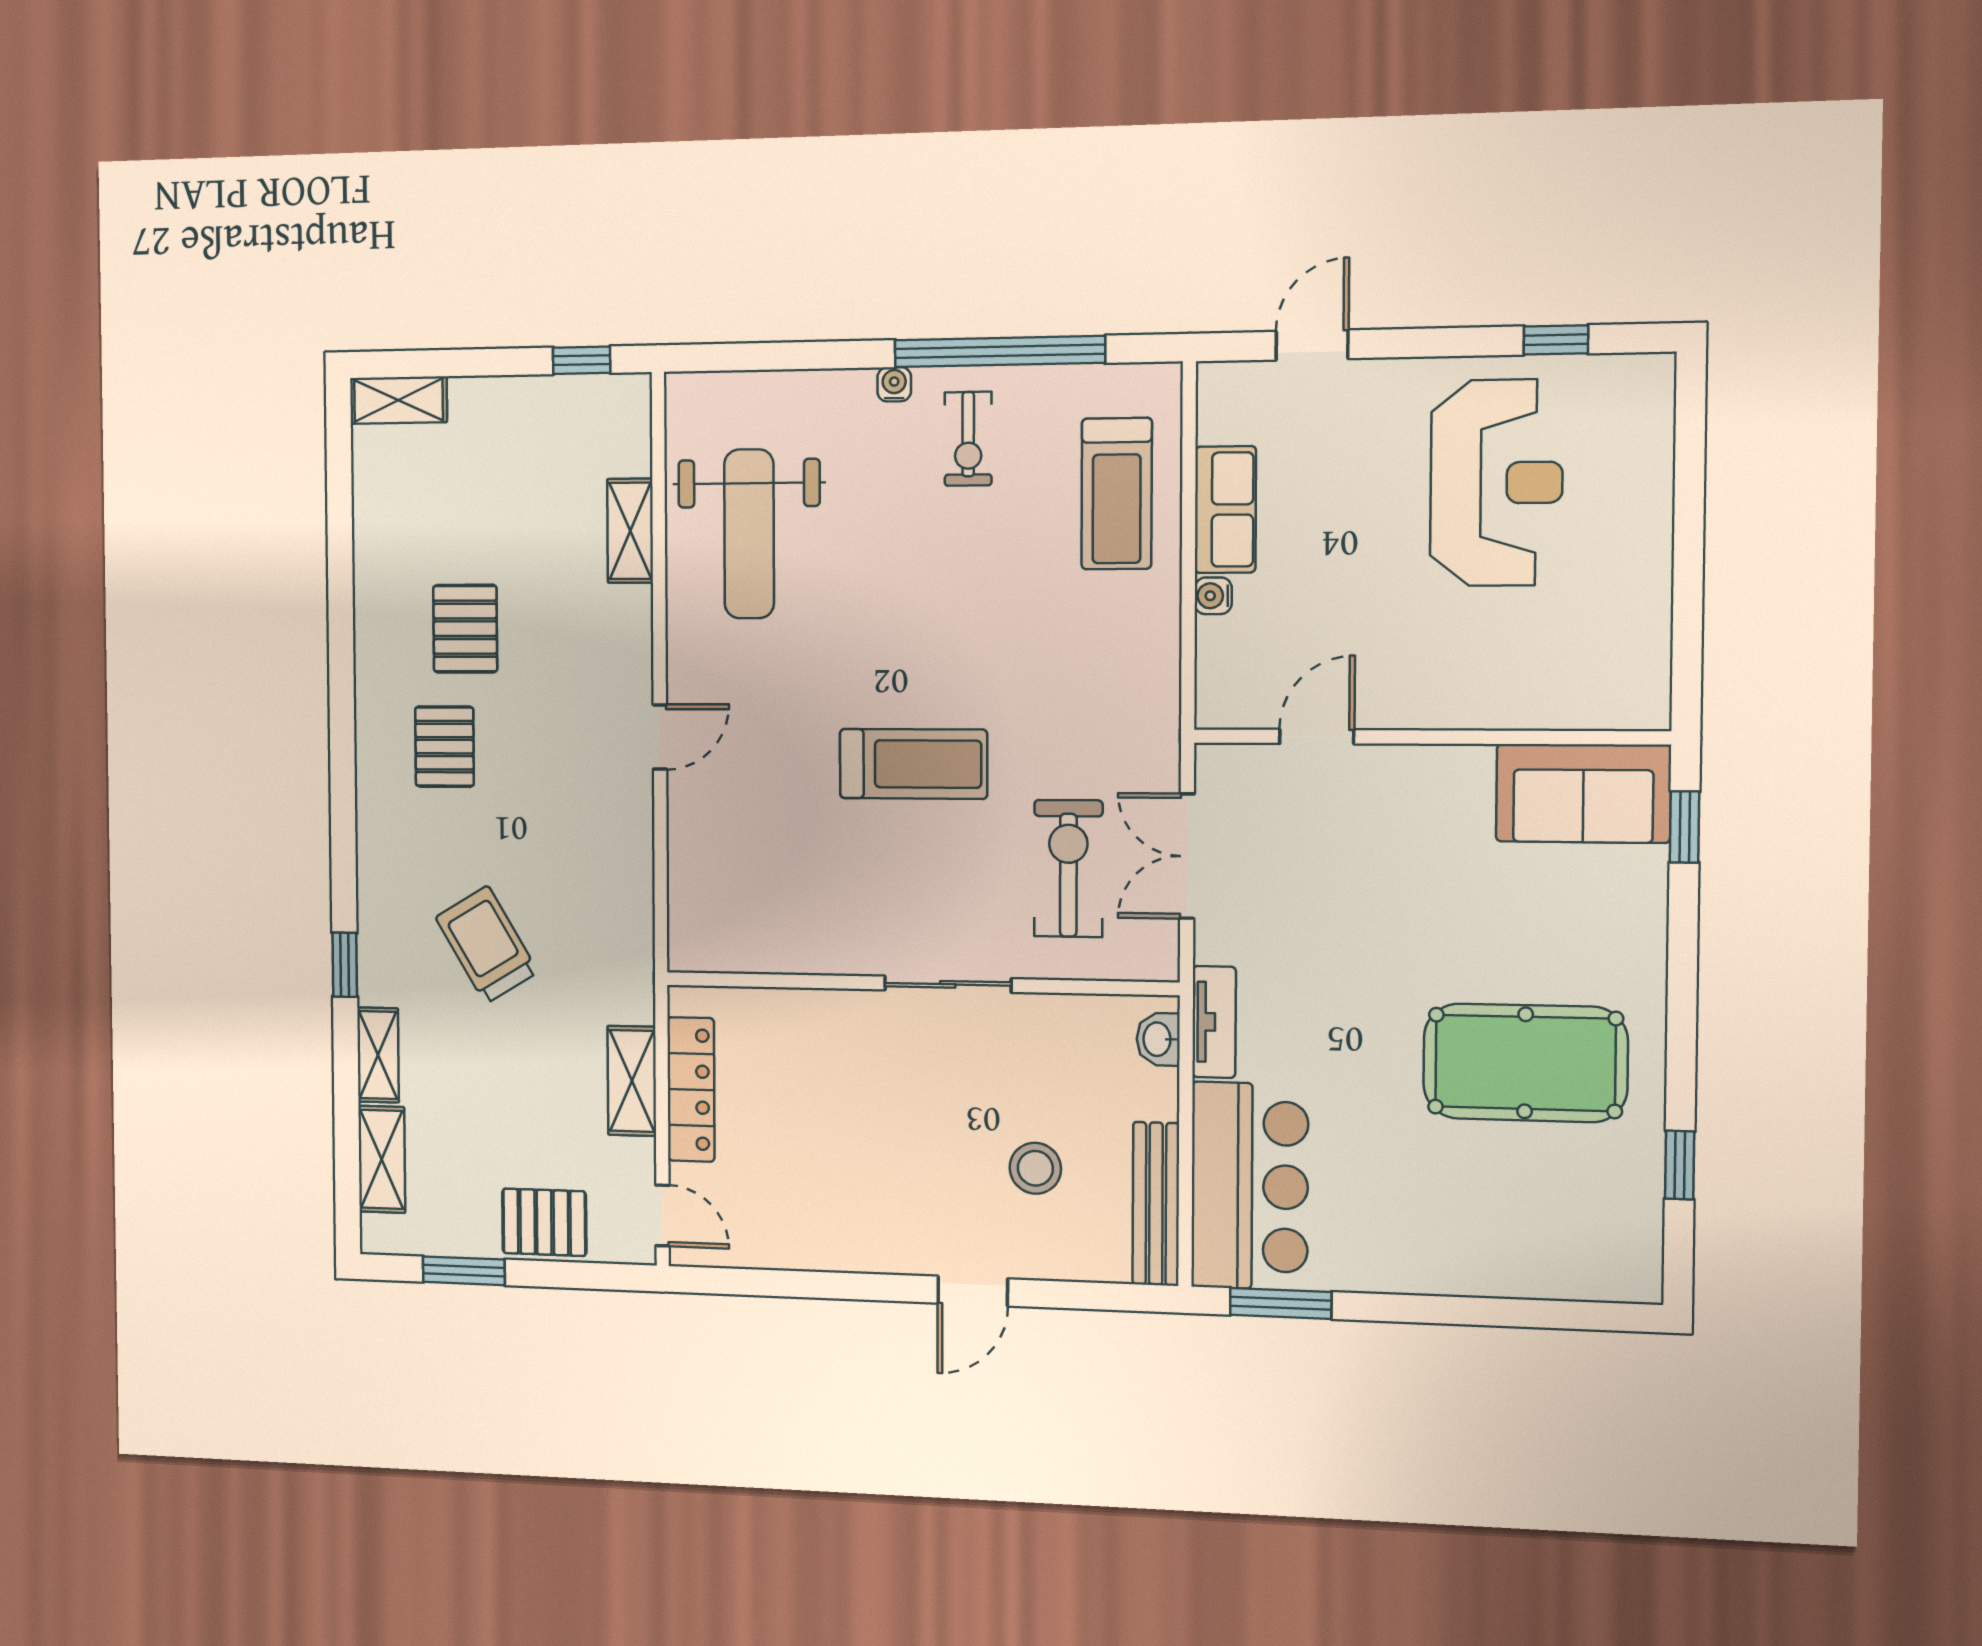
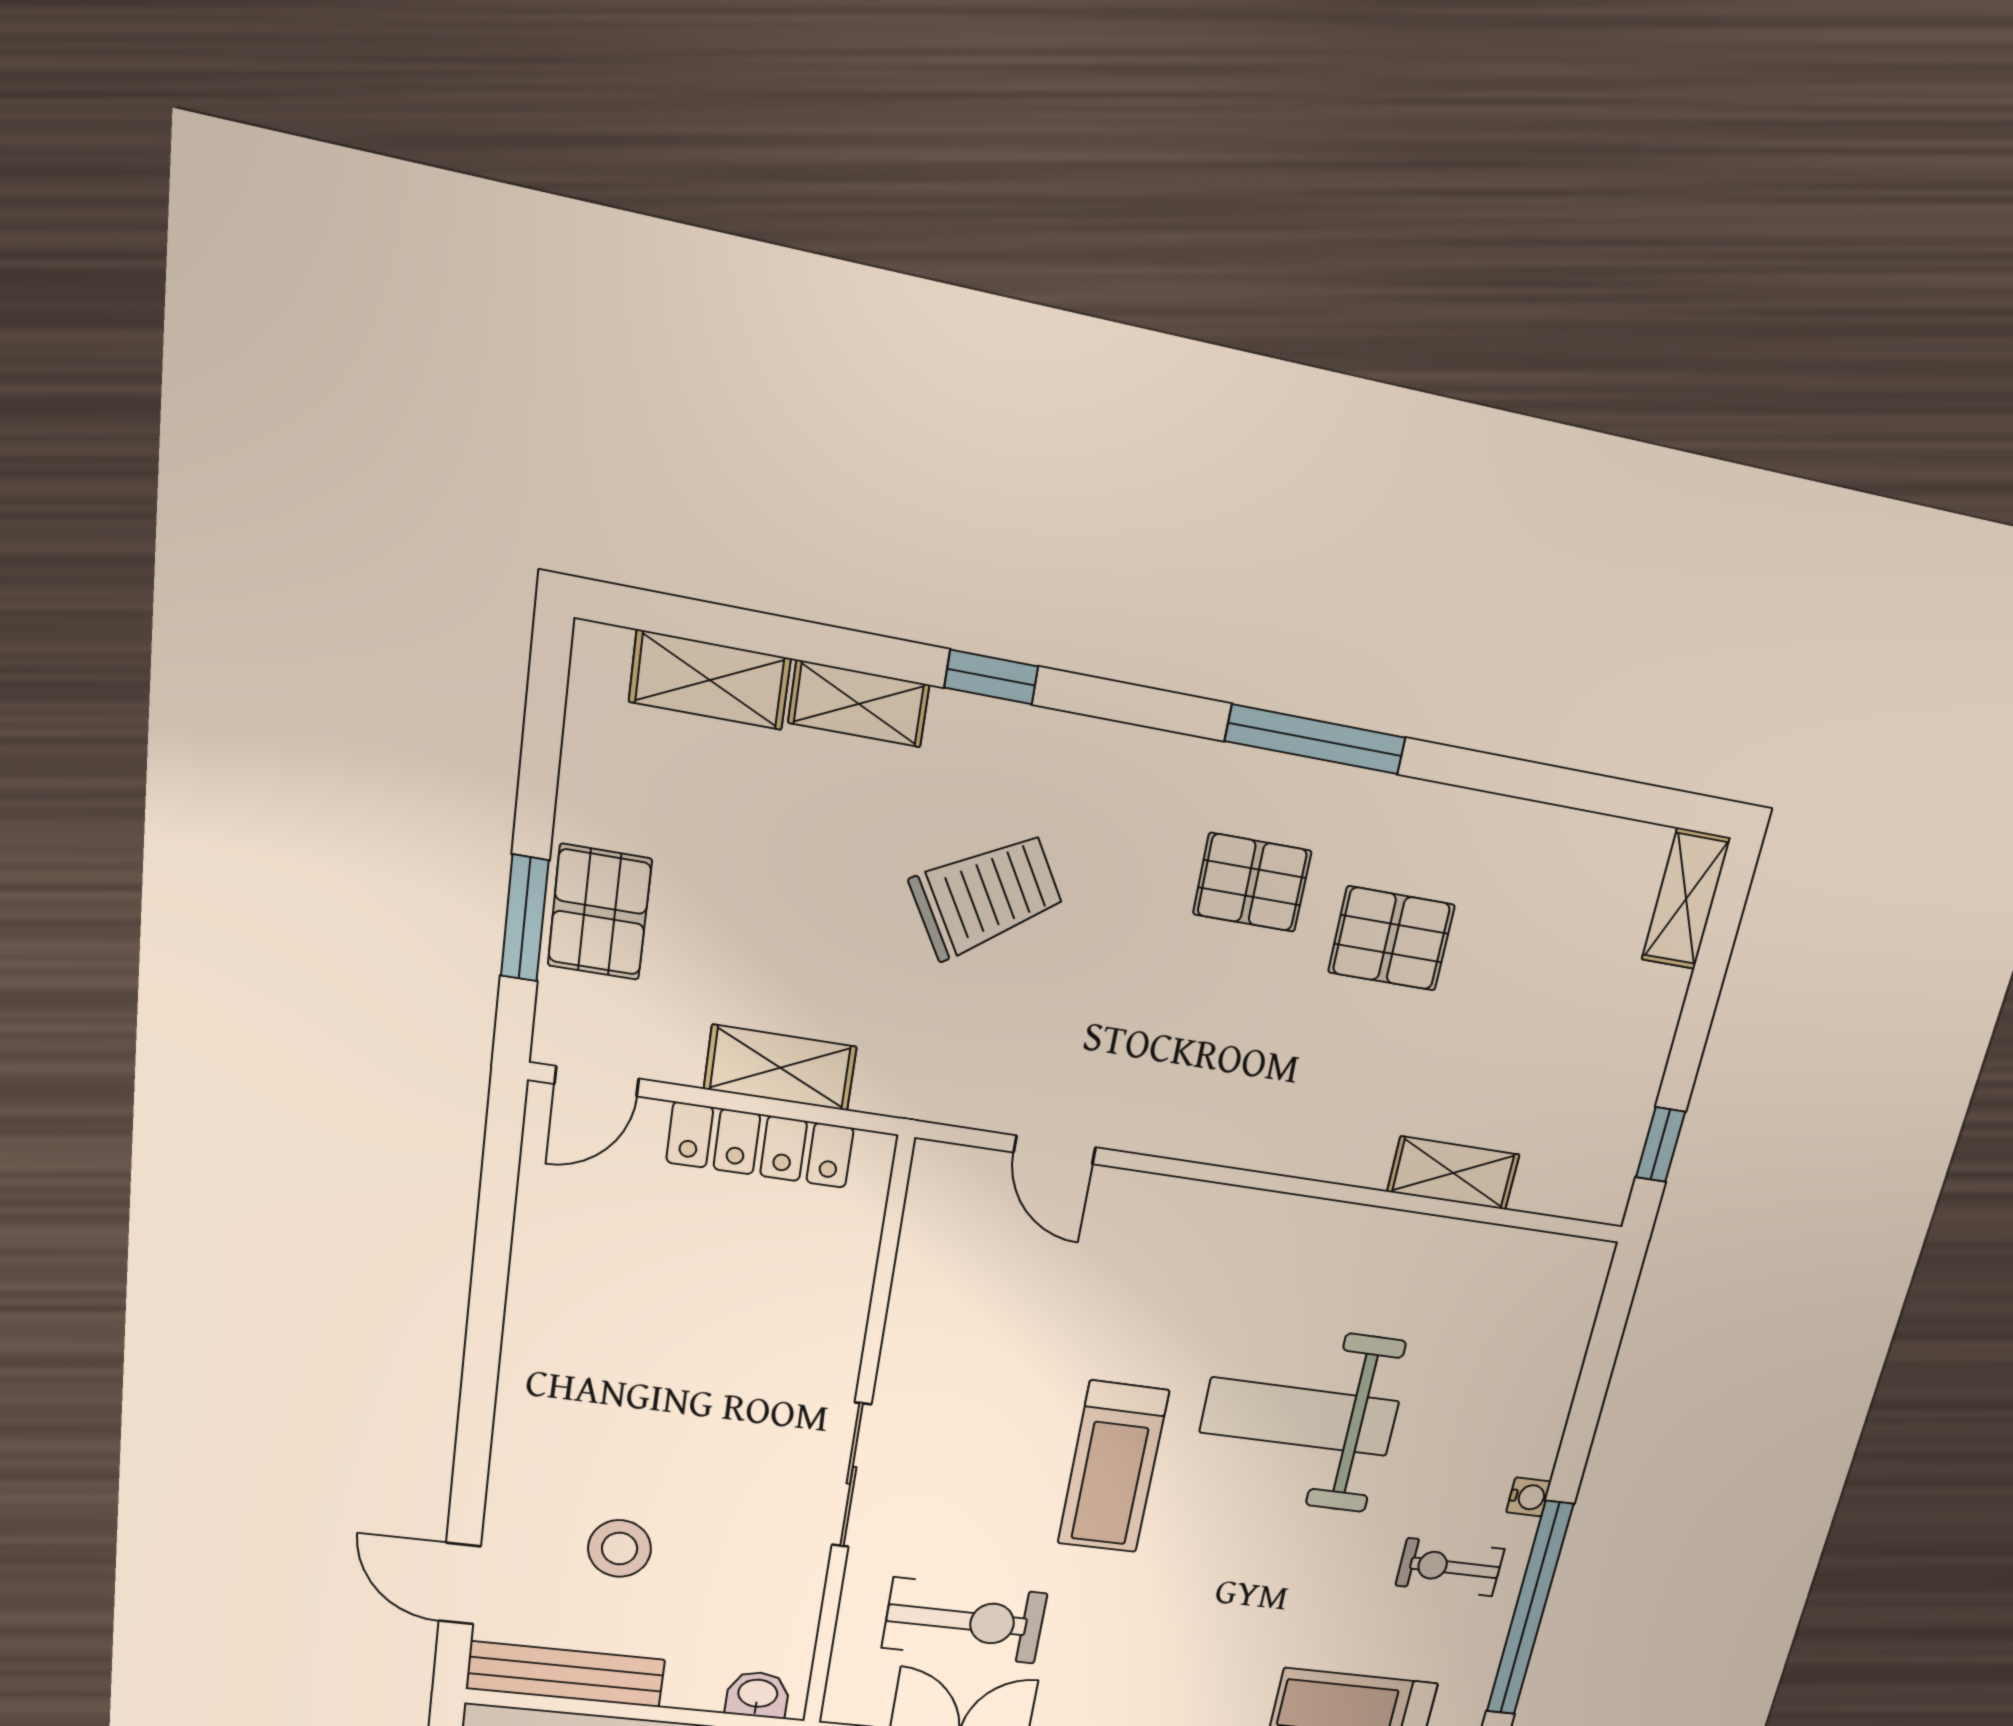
weight bench: (749, 534) -> (1300, 1417), moved
window: (342, 721) -> (1315, 739), added
door: (660, 737) -> (1055, 1150), moved
window: (464, 1271) -> (525, 918), moved
door: (973, 1291) -> (460, 1584), moved

